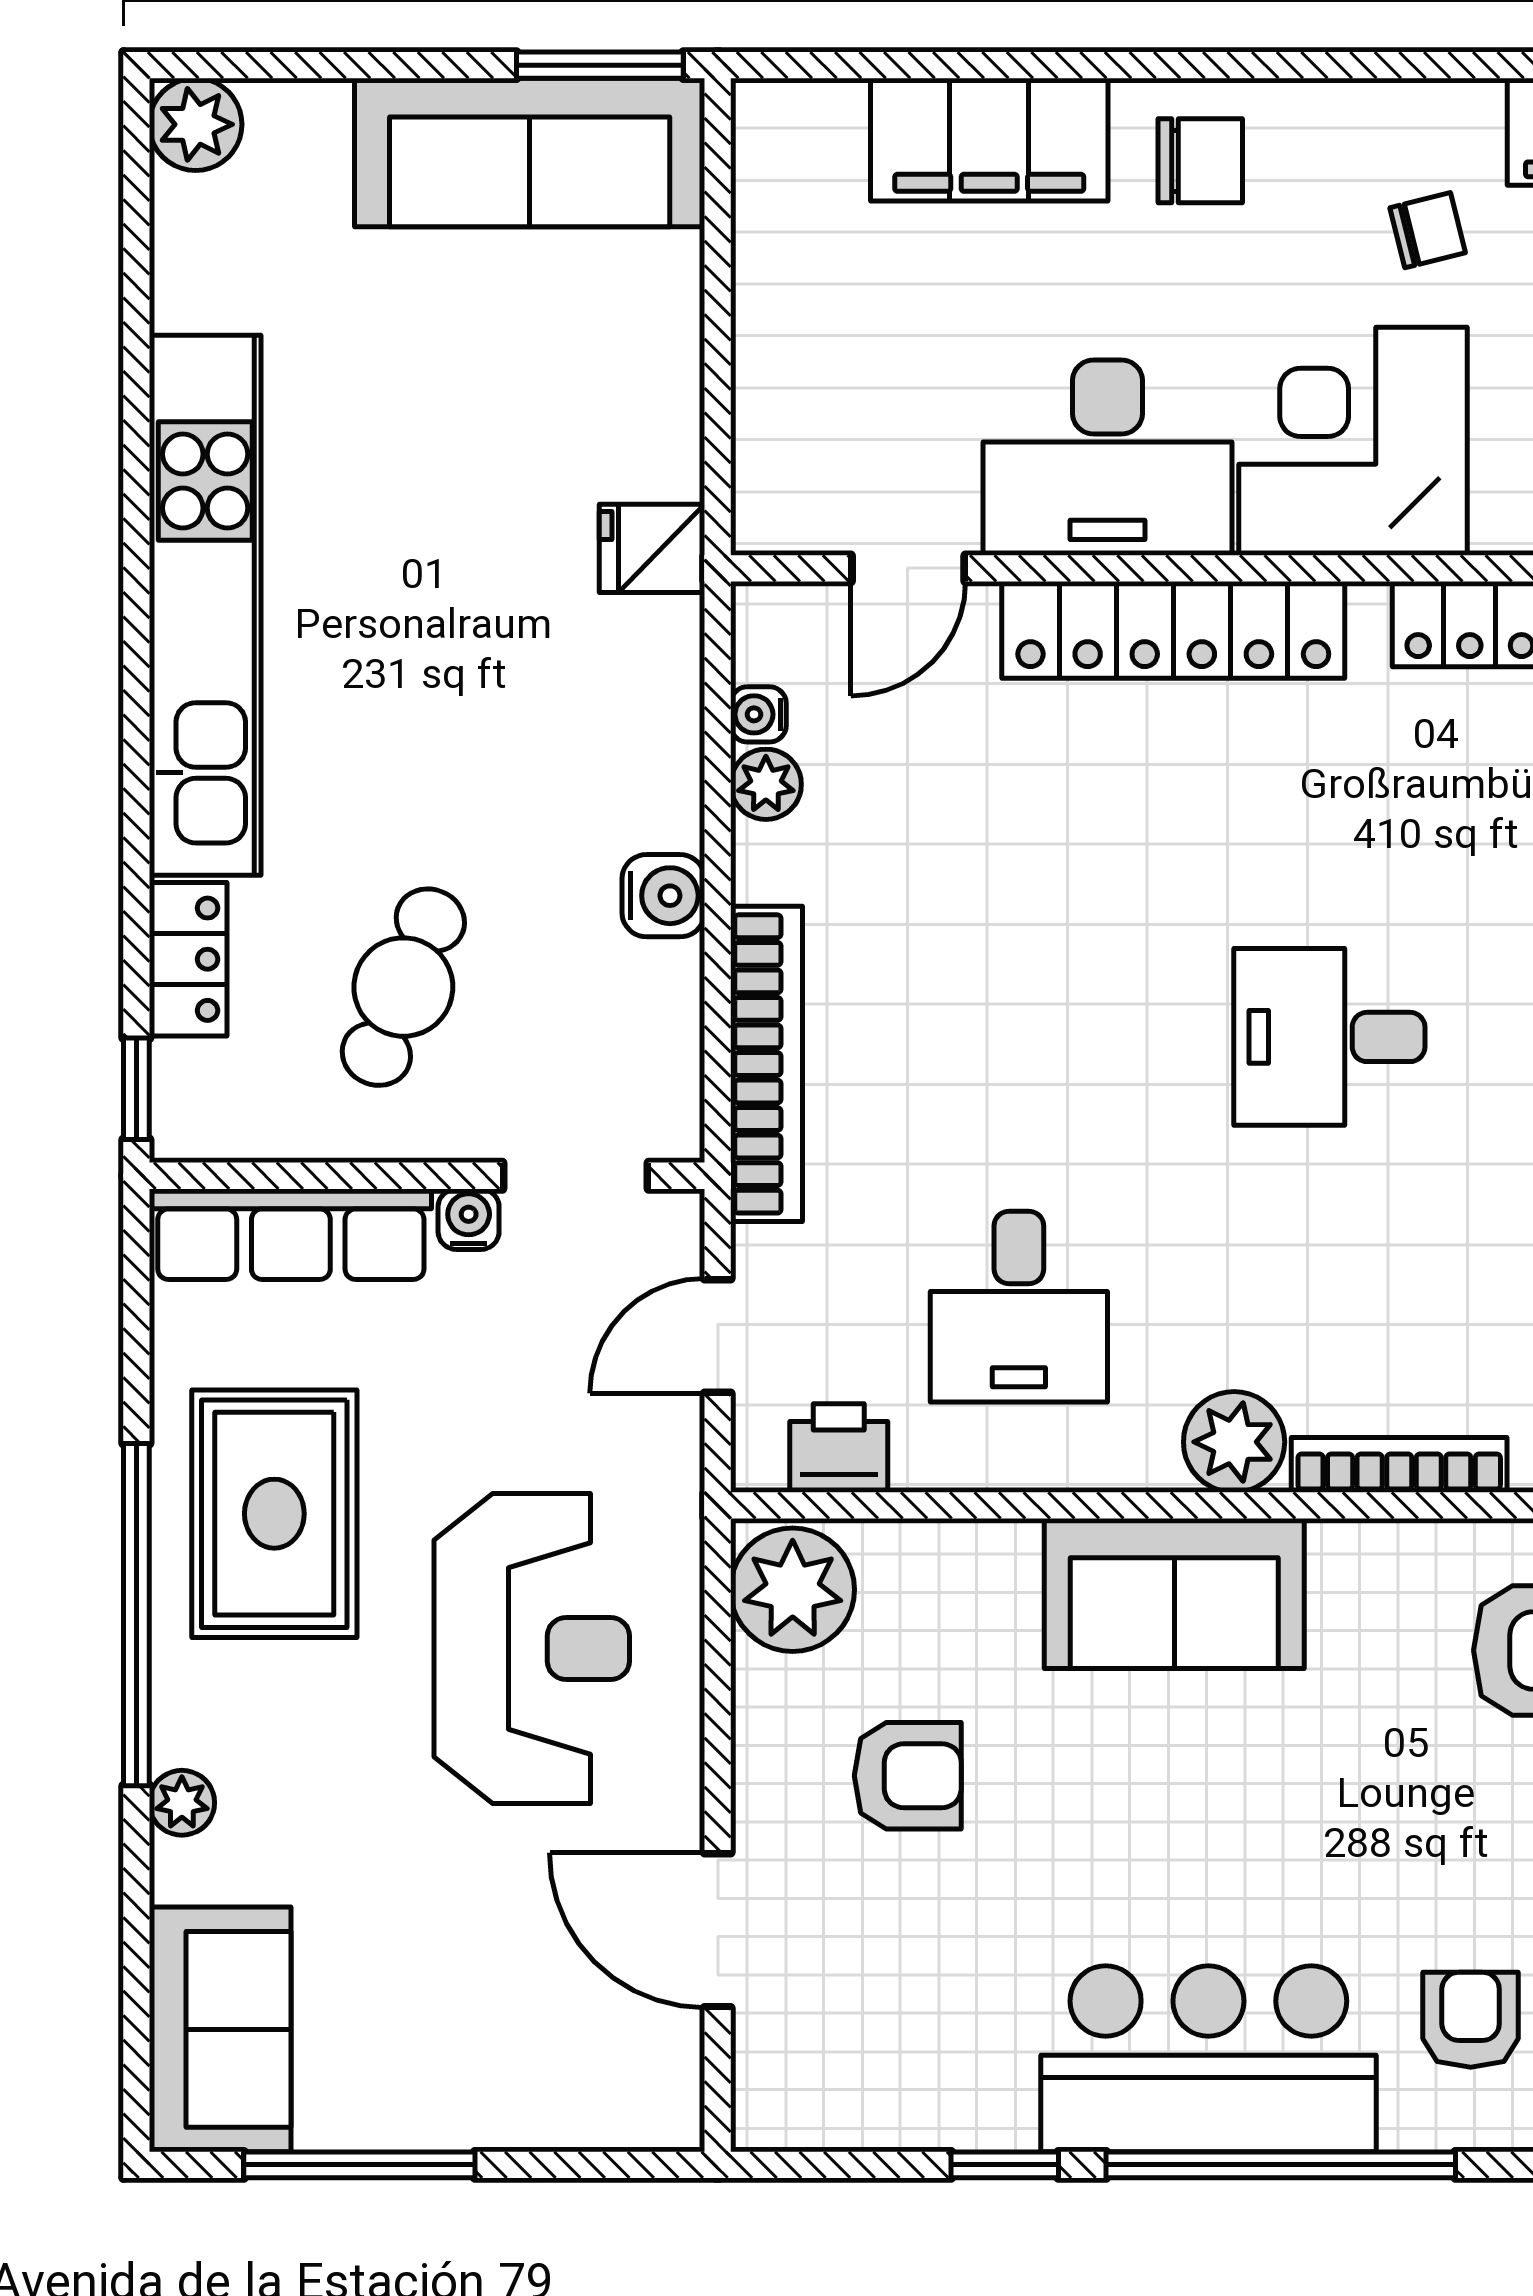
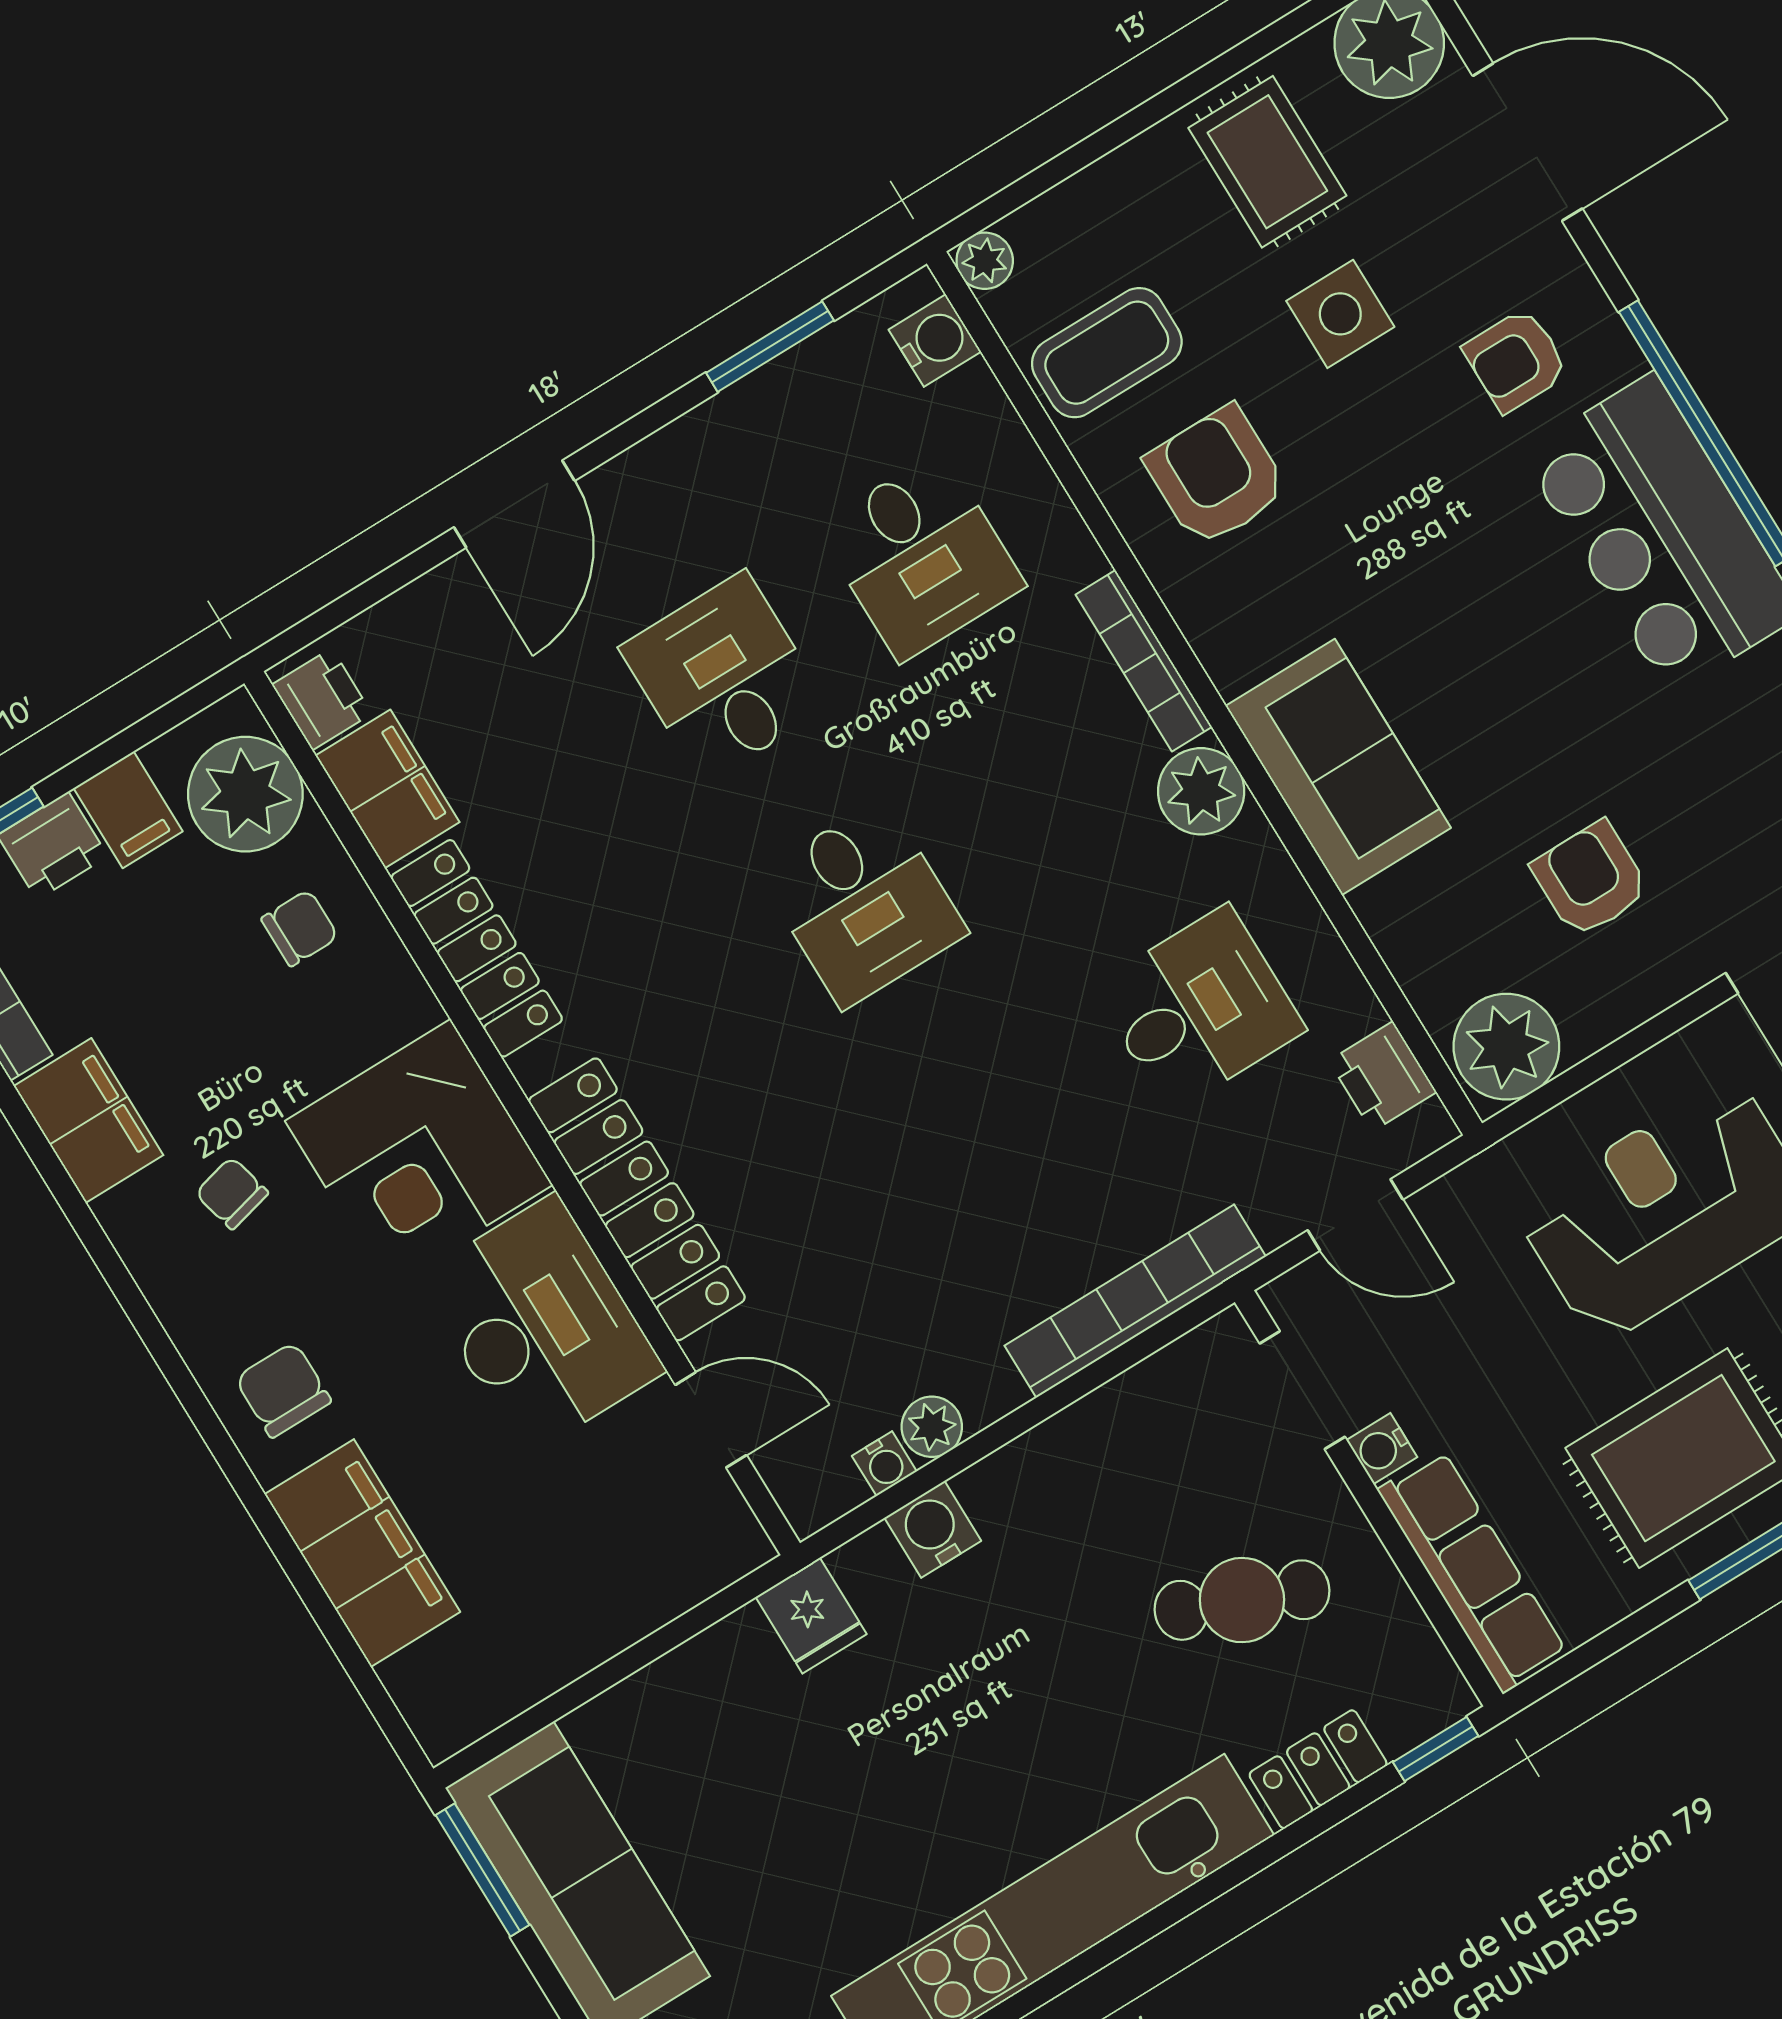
water cooler: (663, 896) -> (933, 1529), moved

